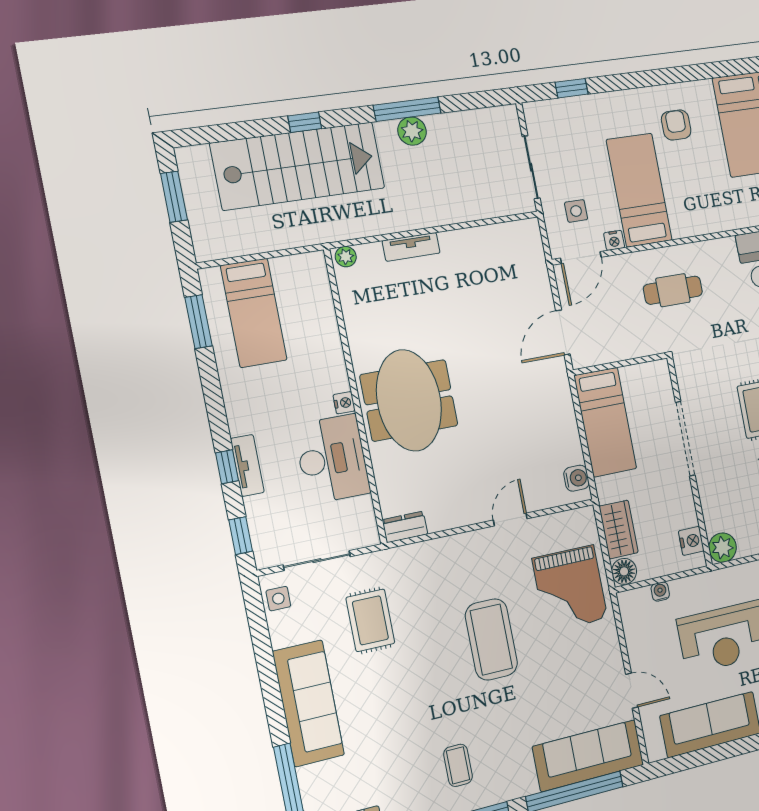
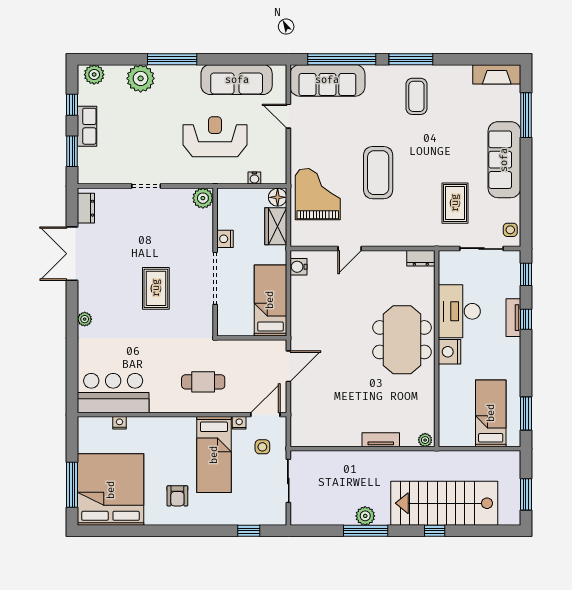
nightstand: (344, 403) -> (449, 352), width x1.89, depth x1.79
nightstand: (691, 541) -> (225, 239), moved
coffee table: (458, 765) -> (416, 96), width x1.36, depth x1.30

